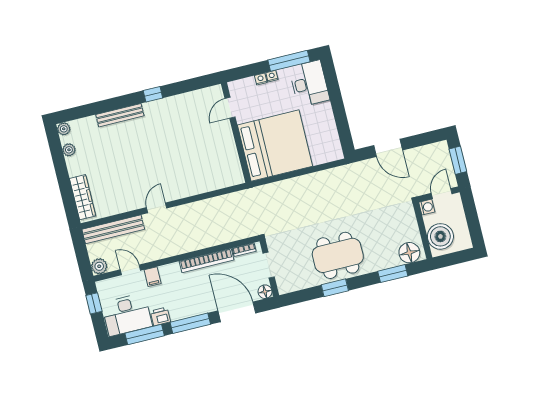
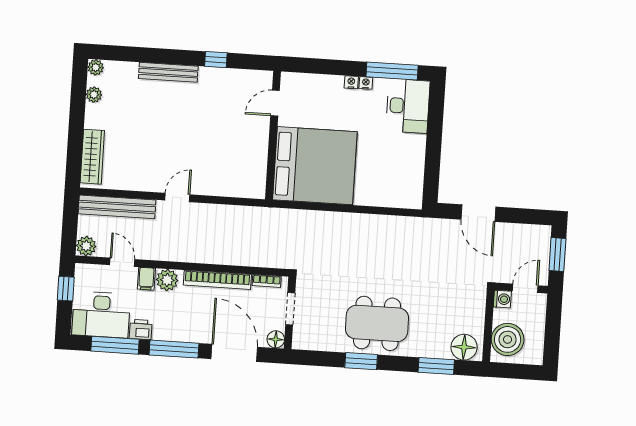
door: (230, 108) -> (275, 103), moved
wall: (236, 133) -> (273, 135), moved
bed: (275, 146) -> (315, 166), moved
plant: (169, 273) -> (167, 280), added

